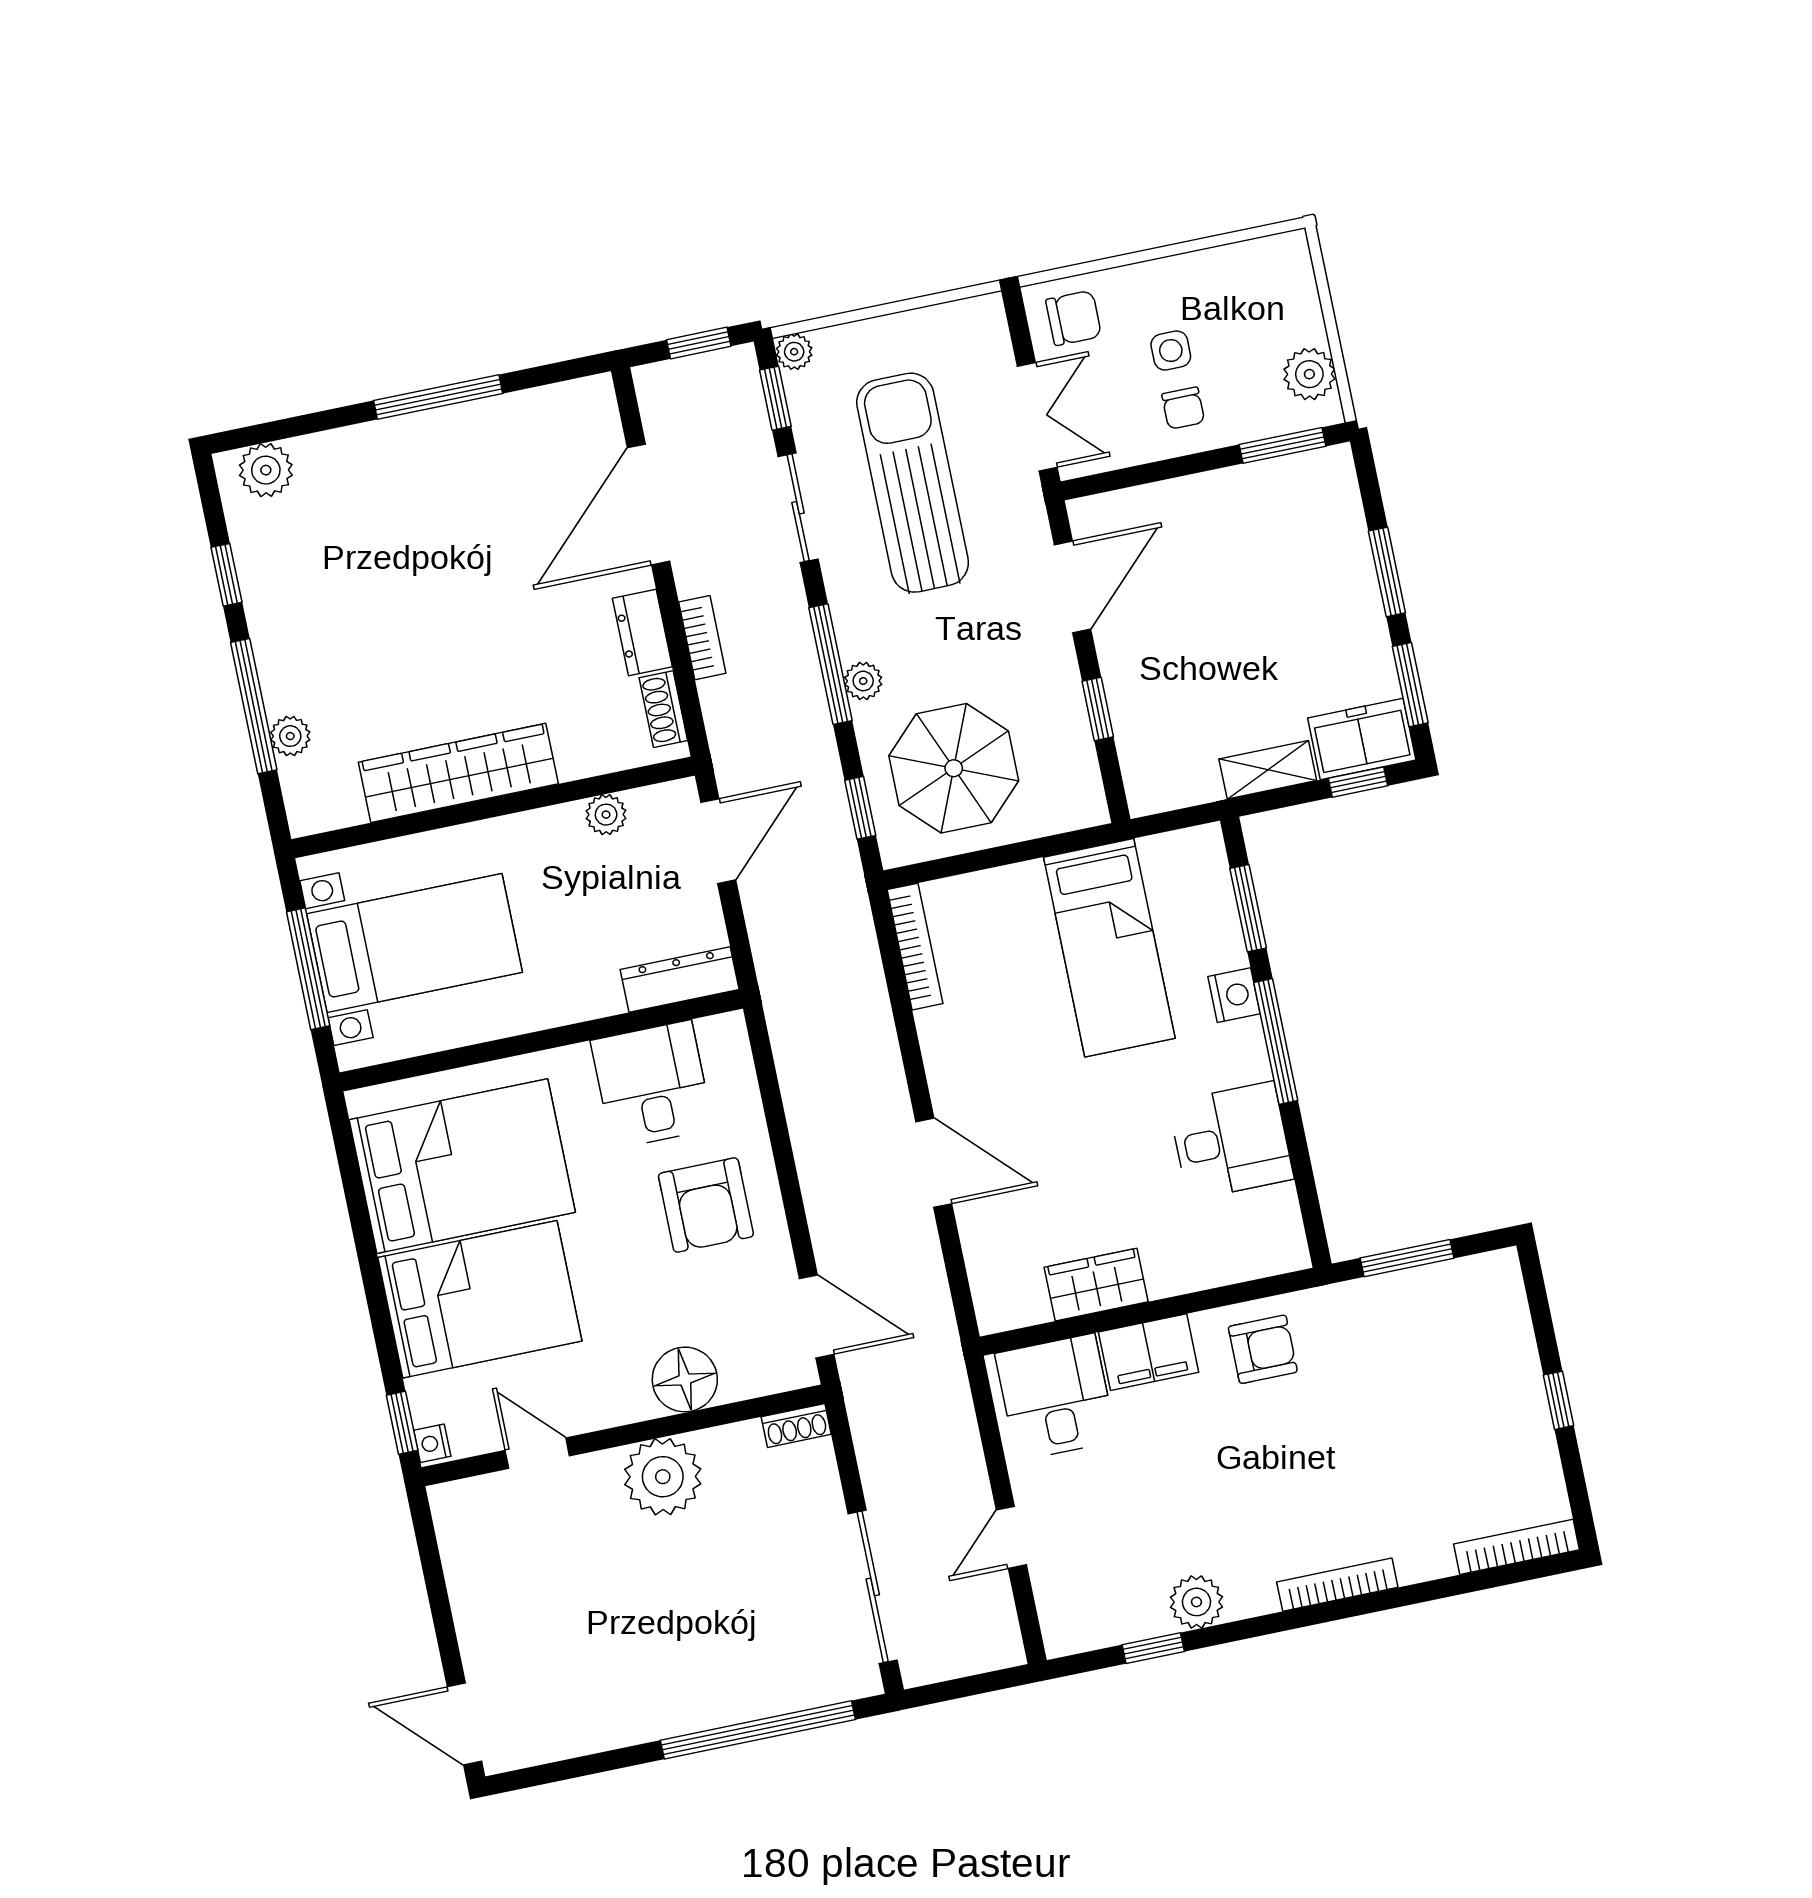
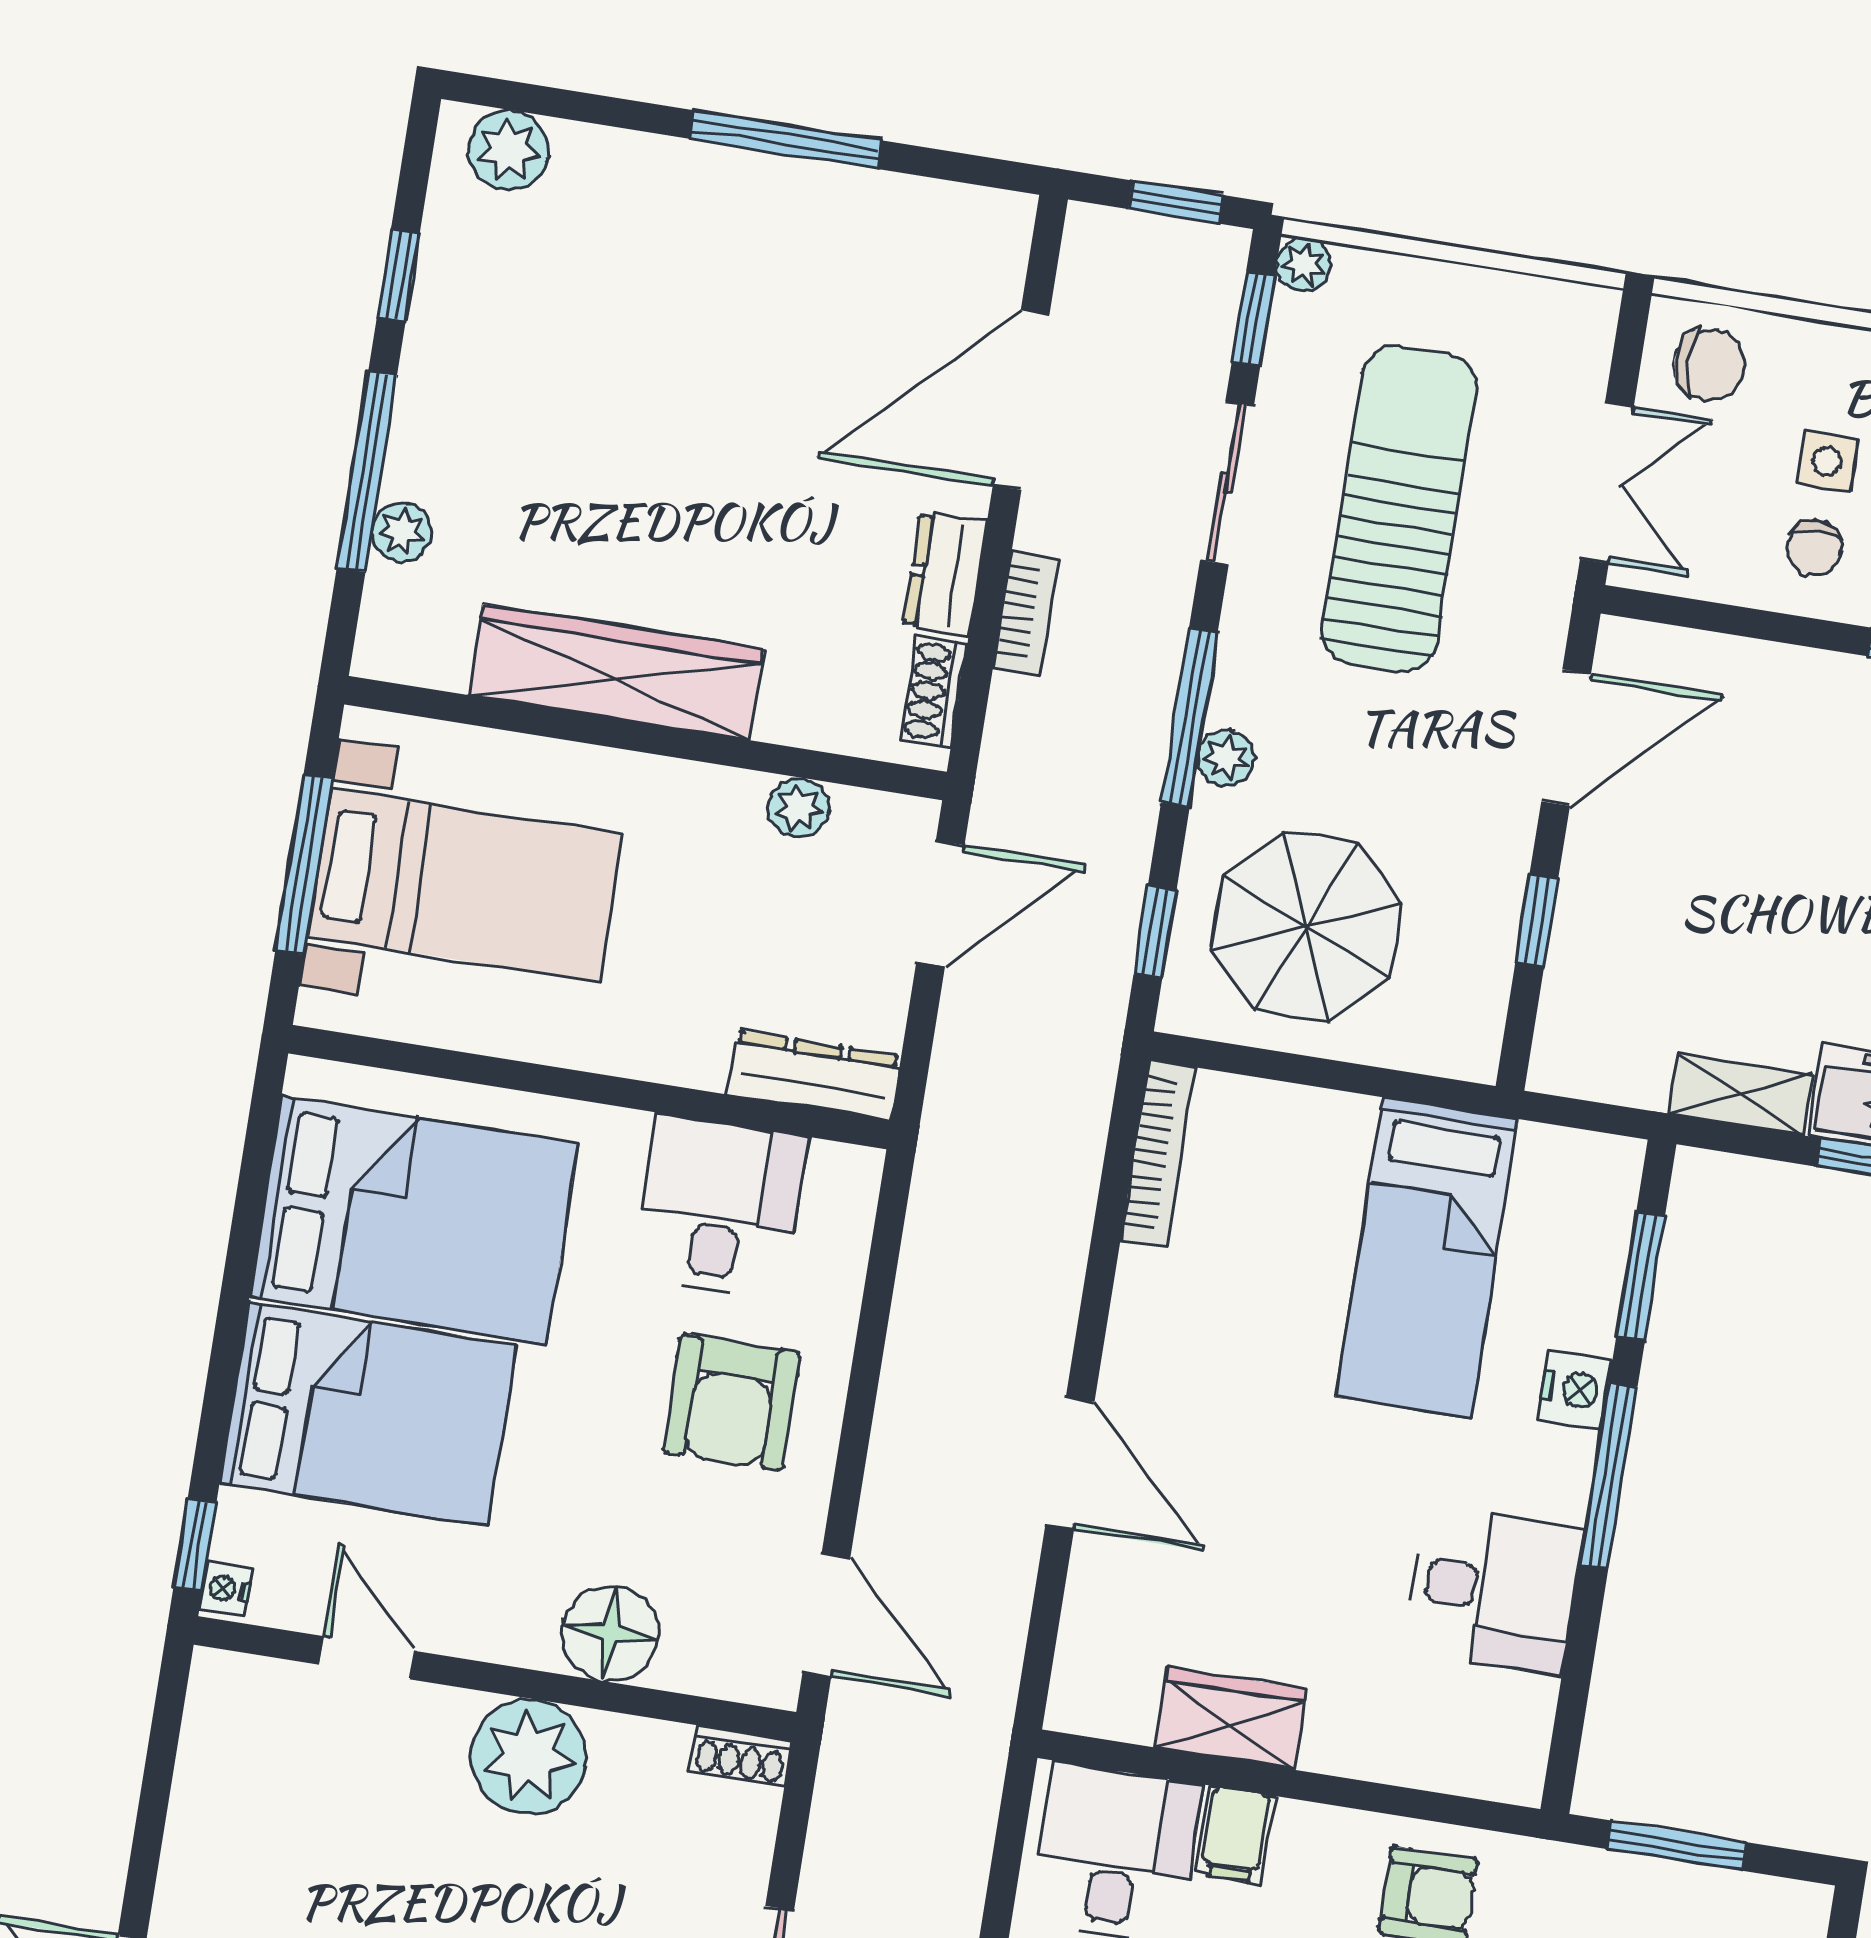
filing cabinet: (1149, 1352) -> (1235, 1835), width x0.50

